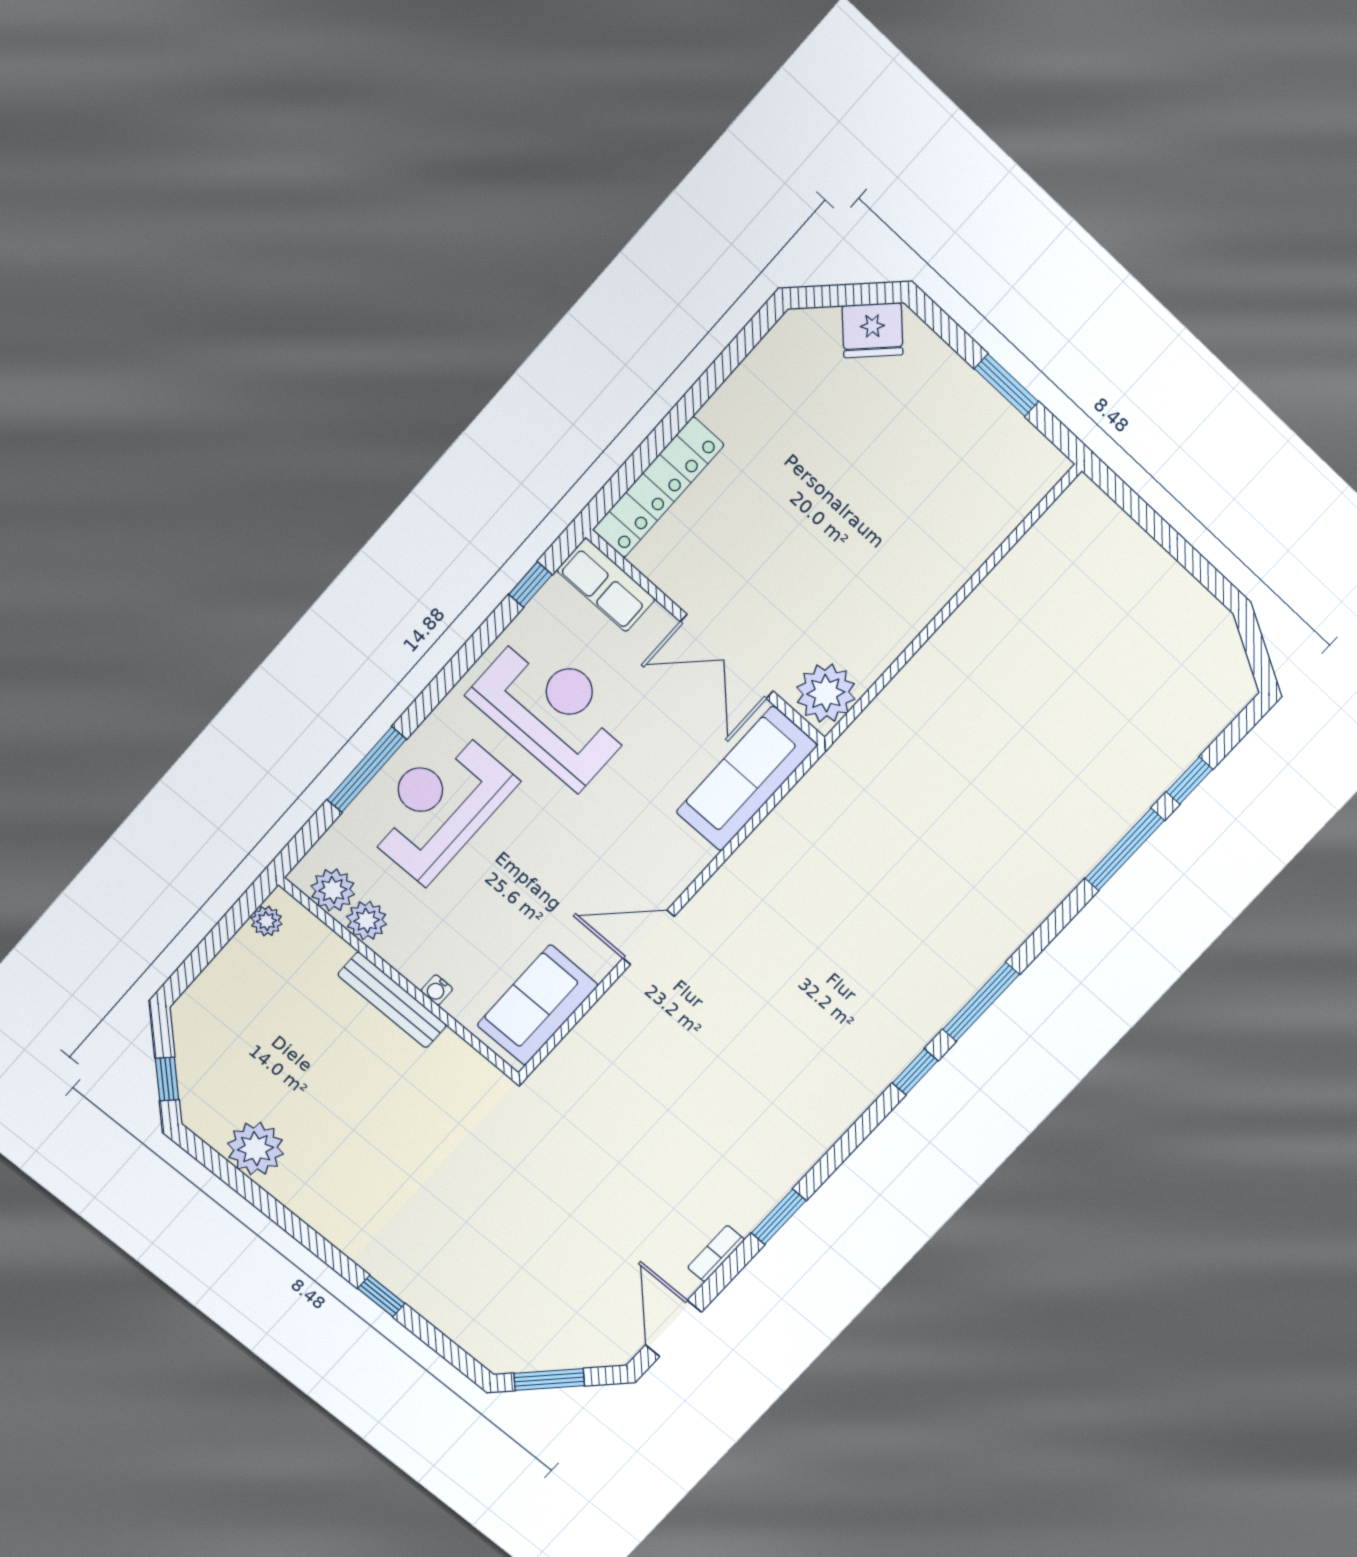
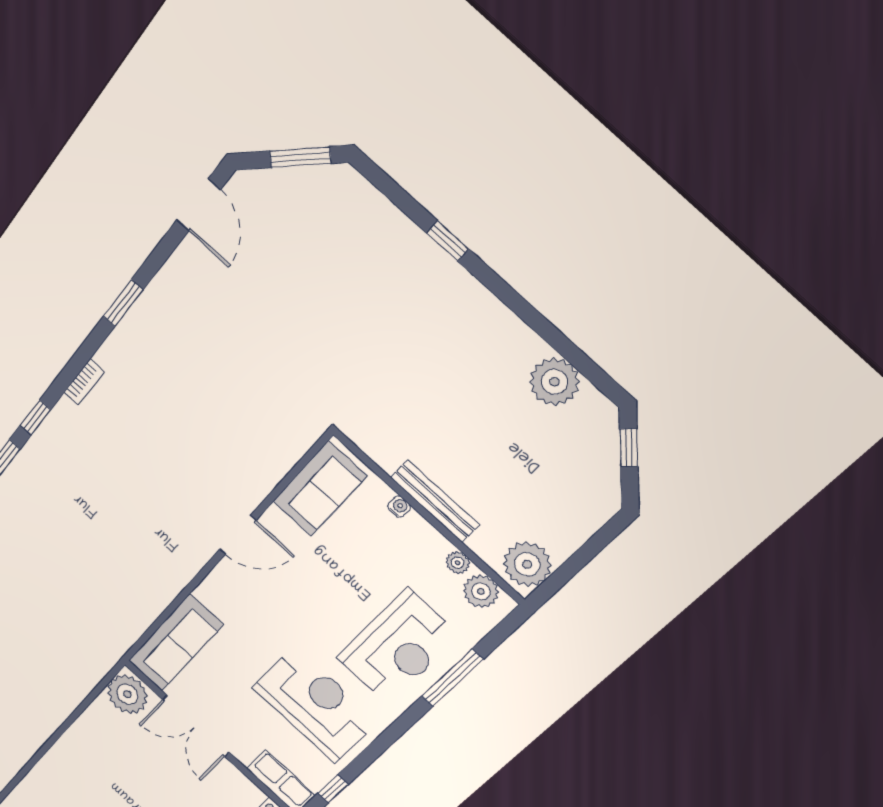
double door: (727, 657) -> (196, 726), swing flipped
reception desk: (553, 710) -> (315, 704), turned 180
plant: (267, 921) -> (527, 564), width x1.88, depth x1.88
plant: (367, 921) -> (458, 563), width x0.73, depth x0.73
bookcase: (716, 1254) -> (84, 382), moved

